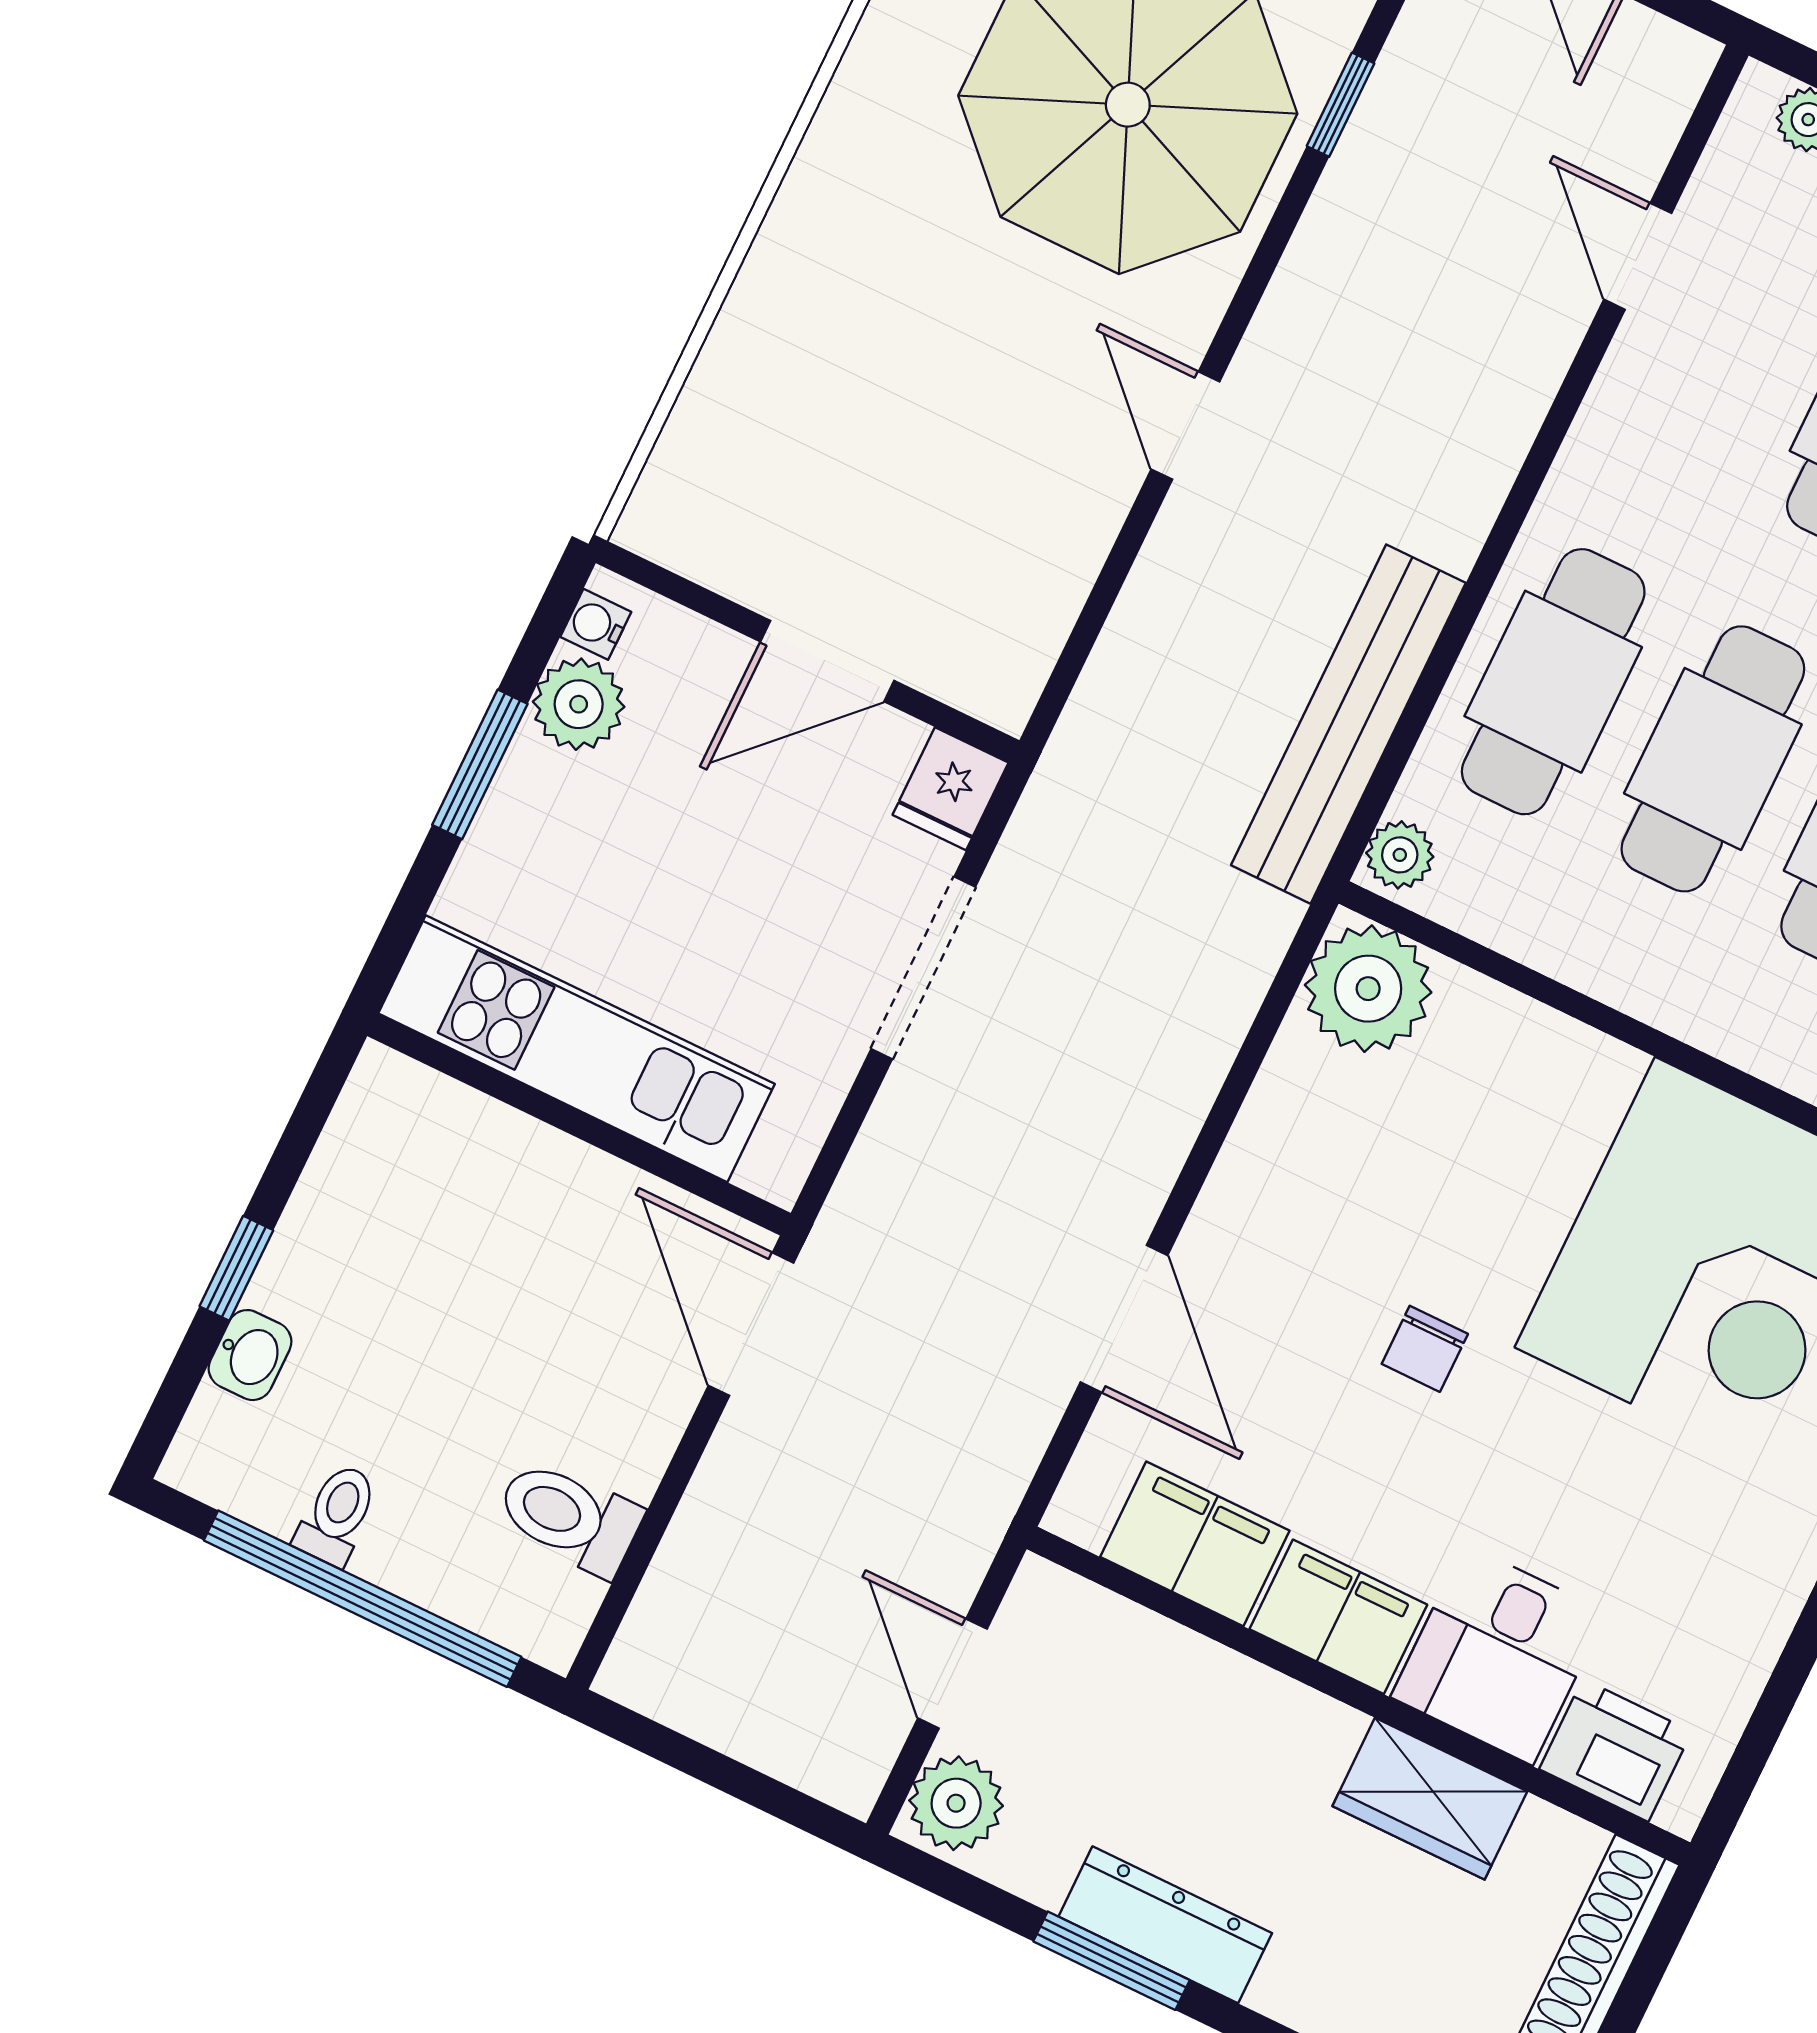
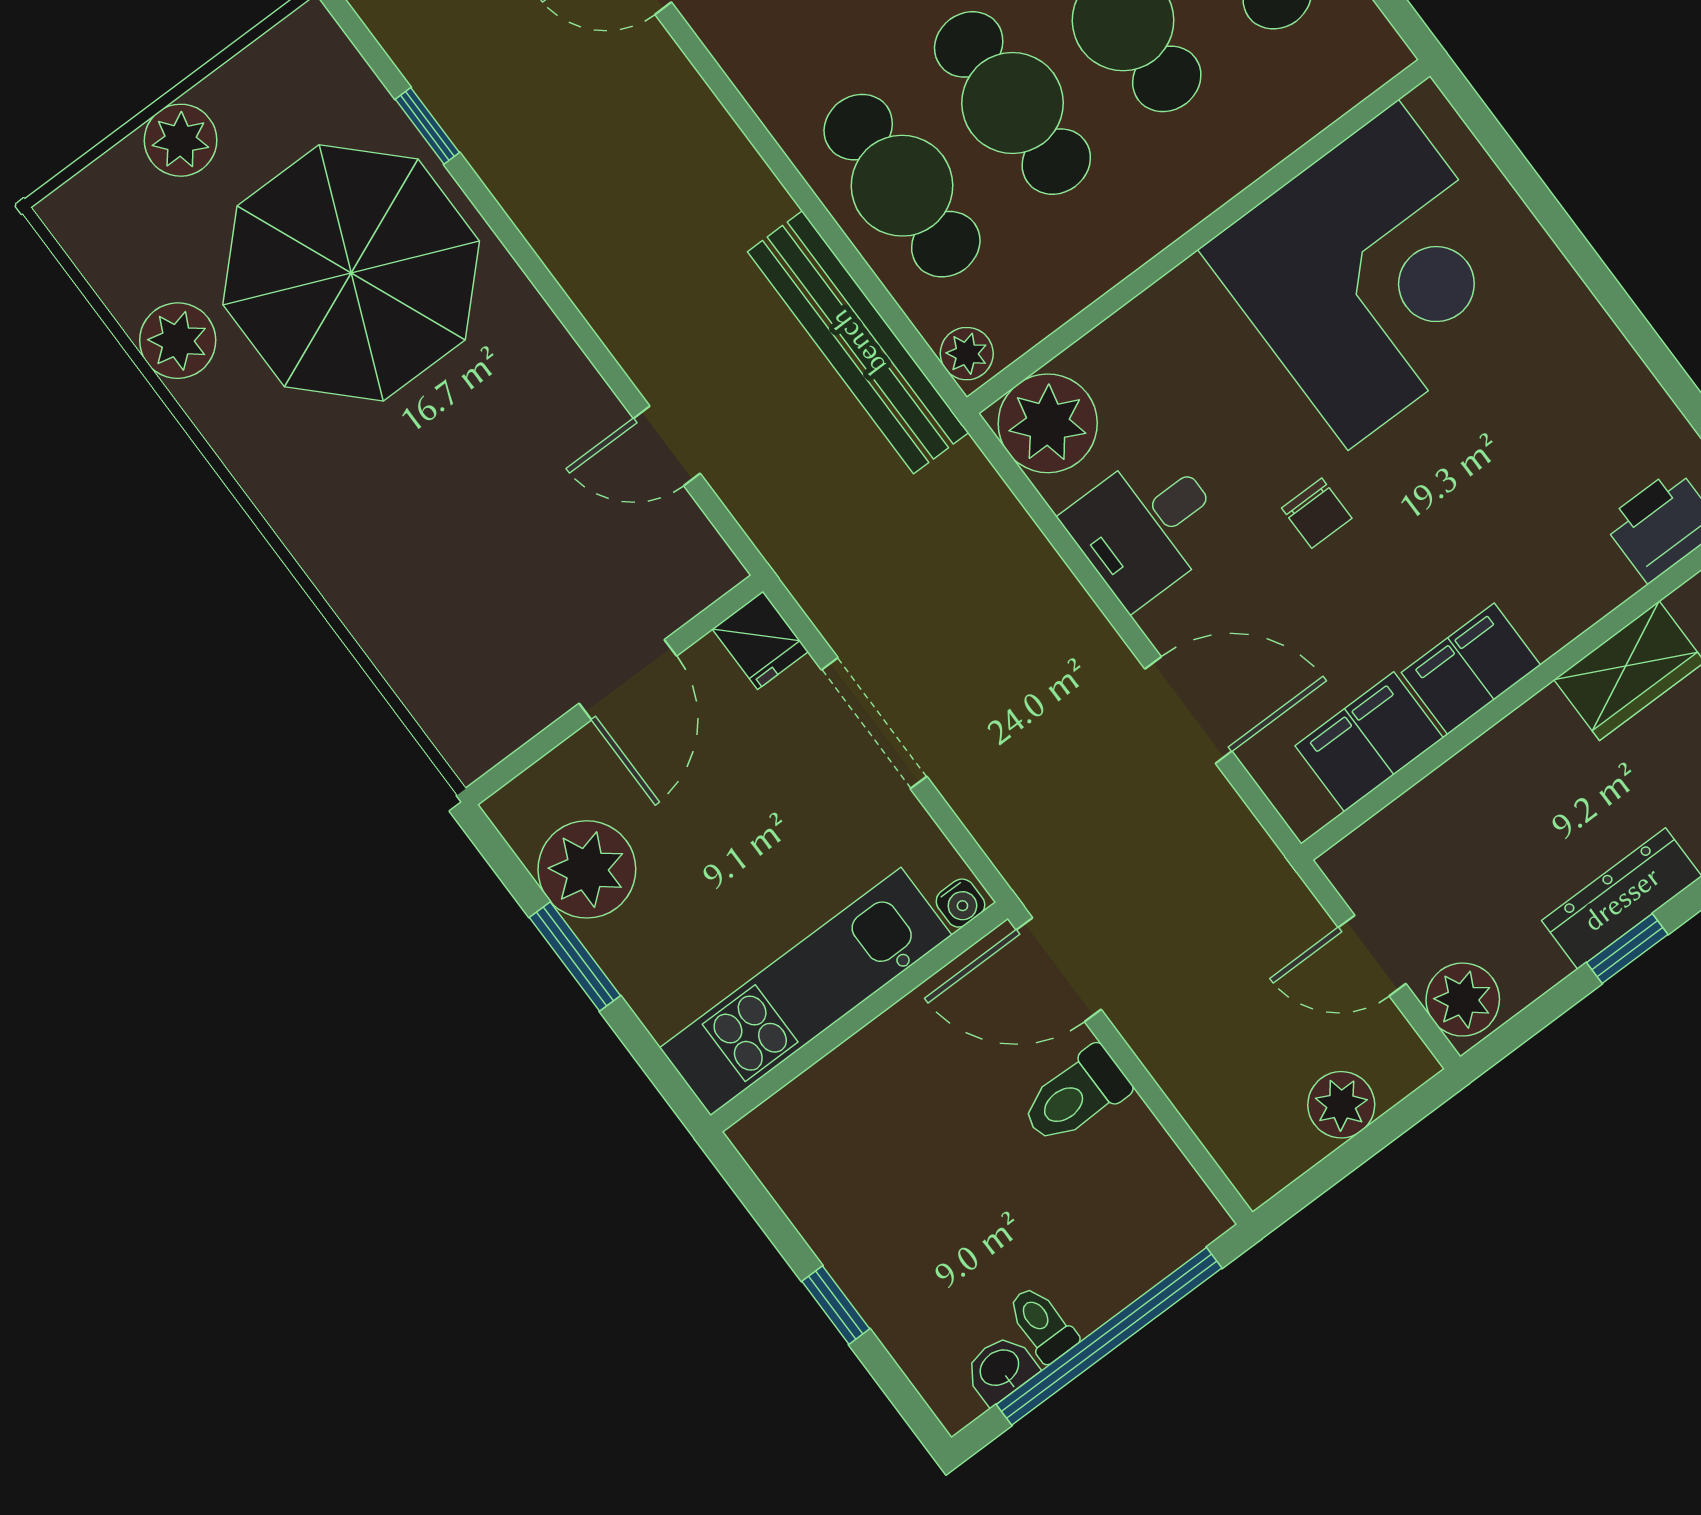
door: (1185, 426) -> (667, 446), moved
water cooler: (596, 624) -> (960, 903), moved, turned -90
plant: (579, 704) -> (587, 869), width x1.36, depth x1.36
washbasin: (250, 1355) -> (1000, 1369), moved, turned -90
toilet: (569, 1517) -> (1075, 1096), moved
desk: (1499, 1655) -> (1146, 526), moved, turned 90
plant: (764, 1727) -> (1341, 1105), added
window: (1112, 1961) -> (1627, 949), width x0.67

